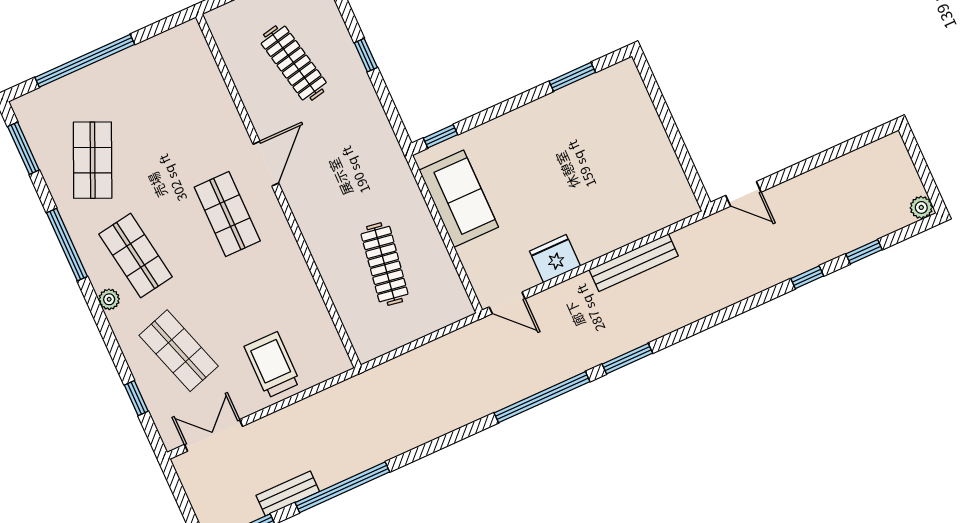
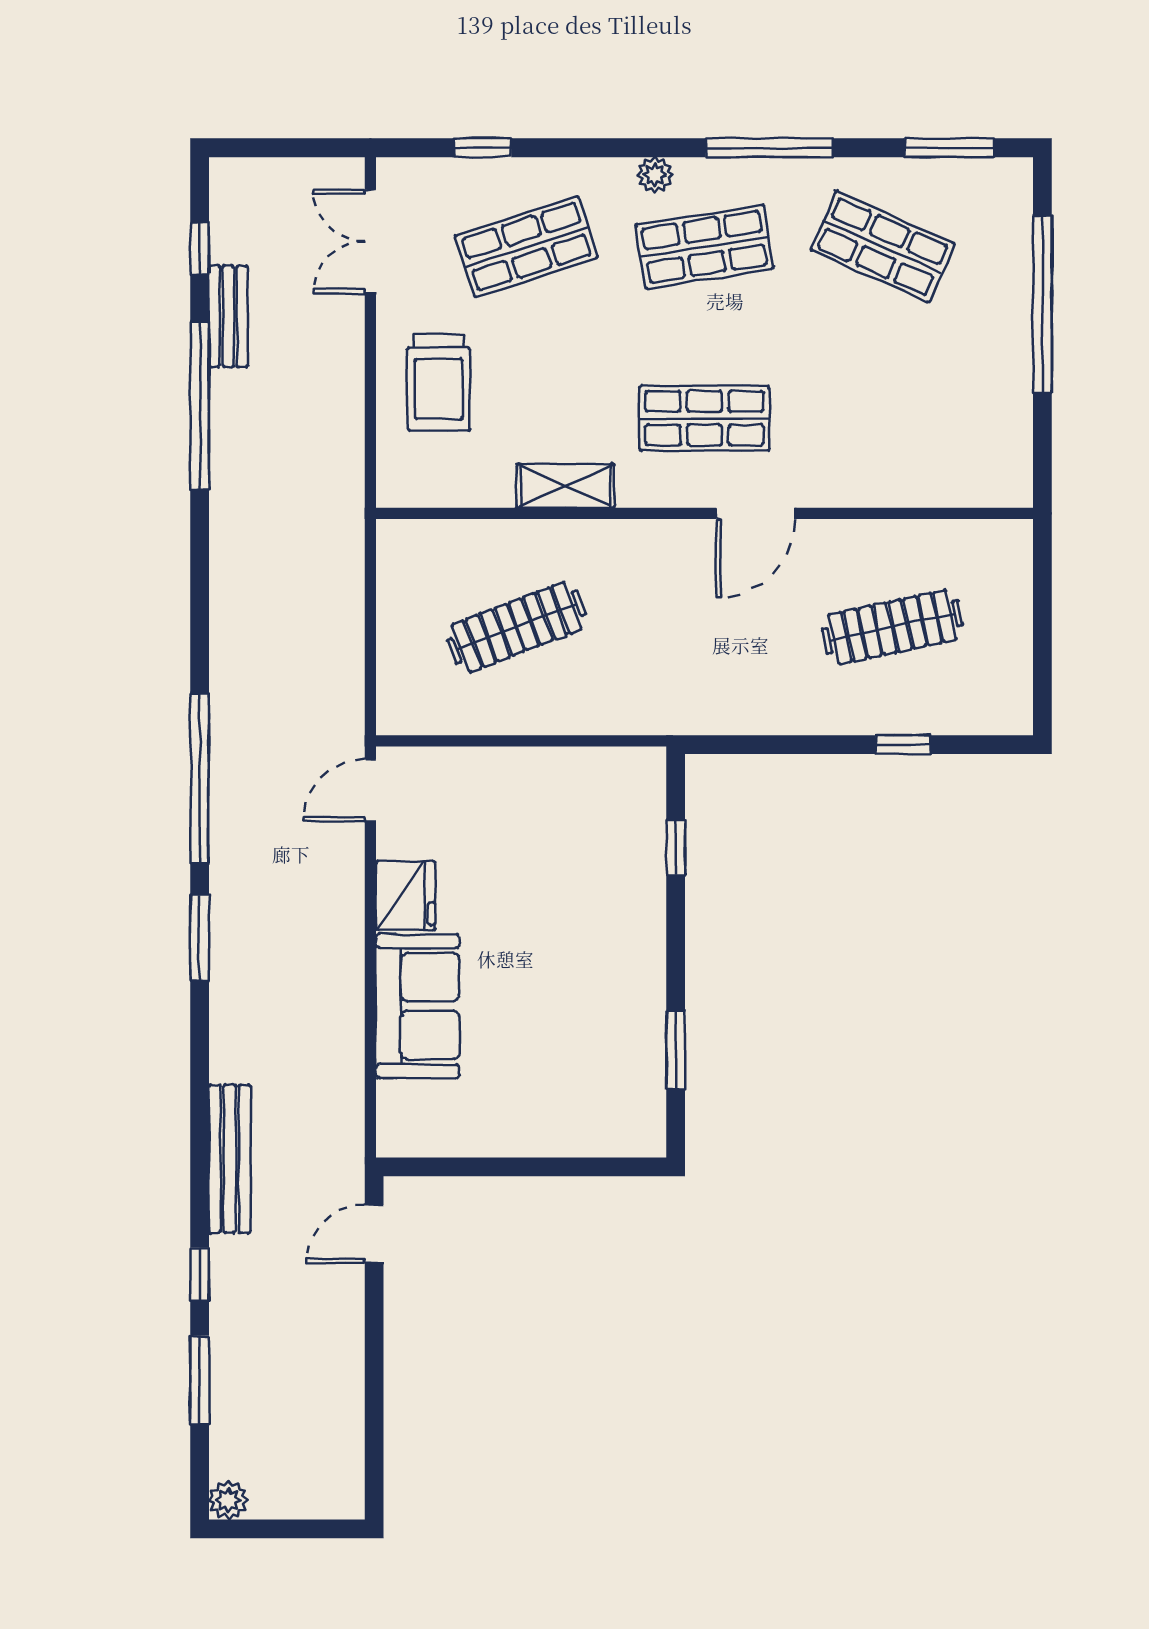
window: (366, 55) -> (903, 745), moved
window: (441, 136) -> (676, 847), moved
door: (266, 164) -> (756, 513), hinge flipped
sofa: (459, 199) -> (418, 1006), moved, turned -90
window: (864, 252) -> (200, 1380), width x1.50
bench: (634, 263) -> (230, 1159), moved
clothes rail: (385, 264) -> (517, 627), turned -30
shelving: (297, 272) -> (565, 486), added
trolley: (272, 365) -> (439, 382), turned 90
double door: (214, 435) -> (370, 241), swing flipped

